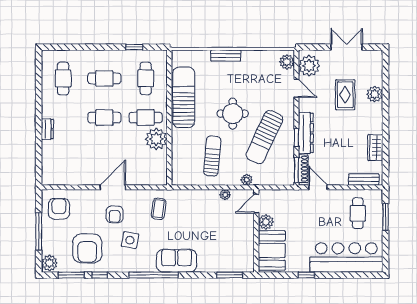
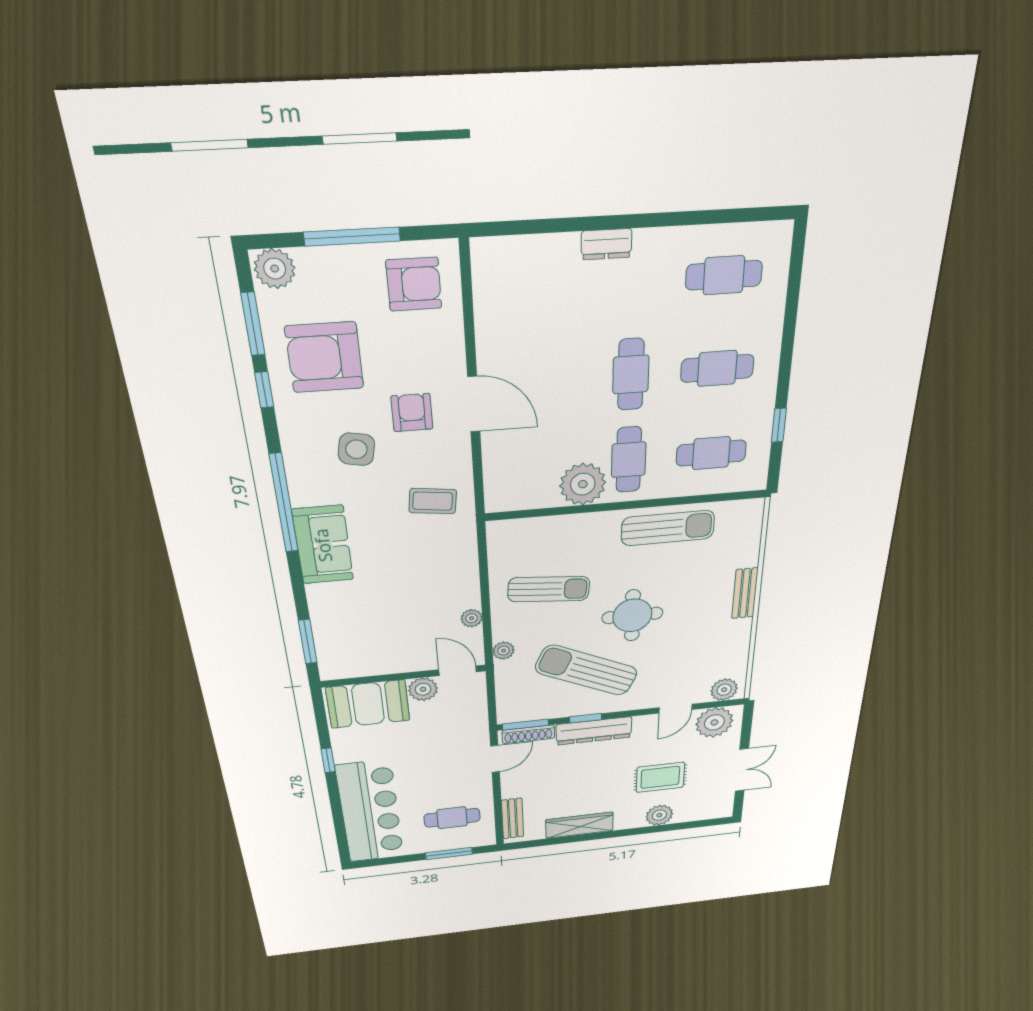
cafe table: (104, 78) -> (717, 368), turned 90
sun lounger: (184, 97) -> (668, 528), width x0.73, depth x0.75
wardrobe: (375, 148) -> (579, 825), width x1.50
armchair: (115, 214) -> (412, 413), turned 90

